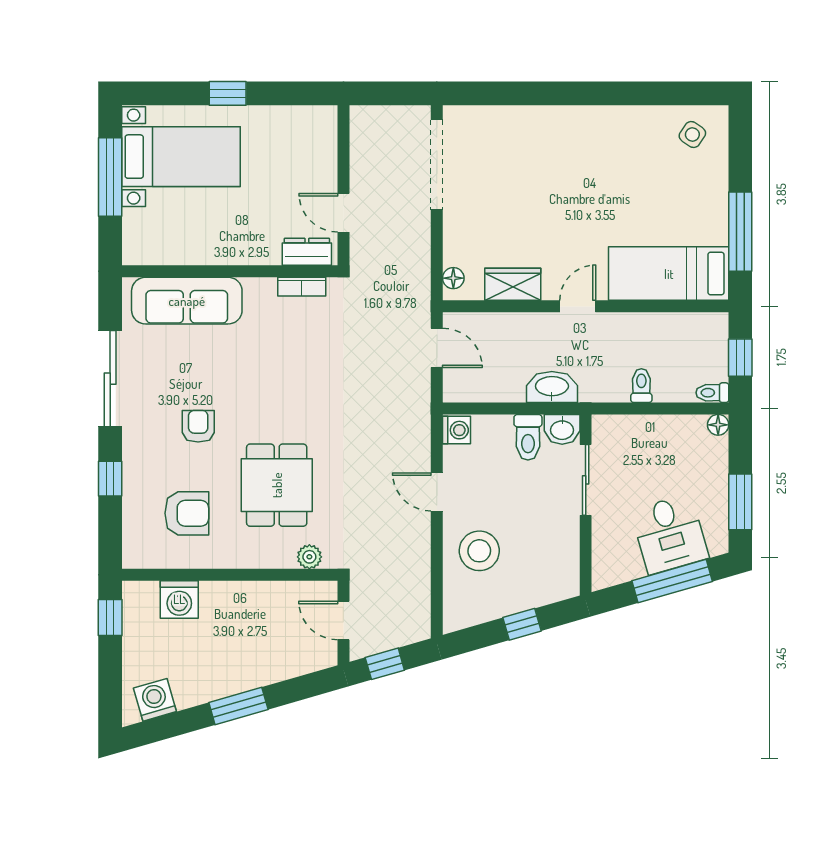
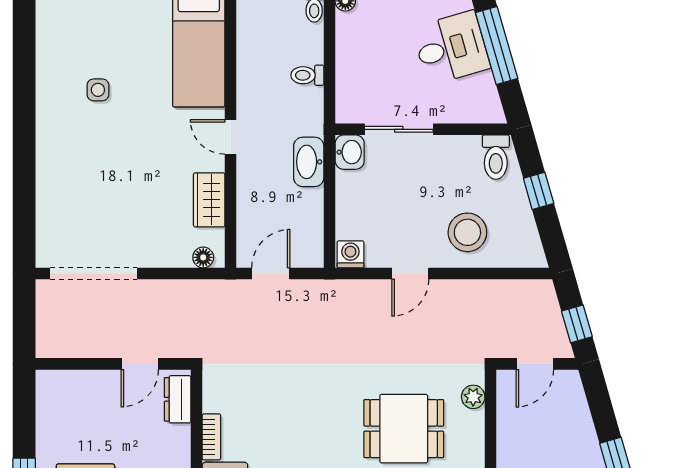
side table: (692, 135) -> (98, 90), moved, turned -34
bookcase: (302, 287) -> (211, 437), moved
toilet: (528, 437) -> (496, 157), moved, turned 90

